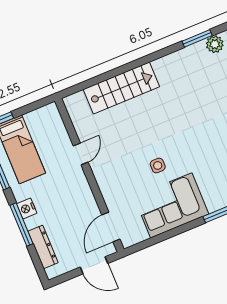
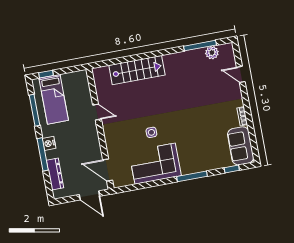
window: (197, 38) -> (200, 46), width x1.44
door: (81, 154) -> (97, 112), hinge flipped
door: (111, 227) -> (108, 170), hinge flipped

